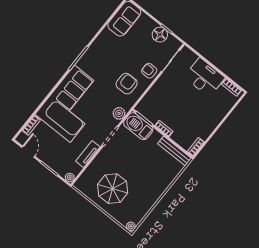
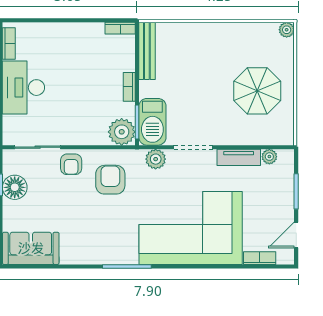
armchair: (127, 84) -> (110, 180), turned 90
plant: (145, 108) -> (122, 132), added
plant: (70, 177) -> (269, 157), moved

